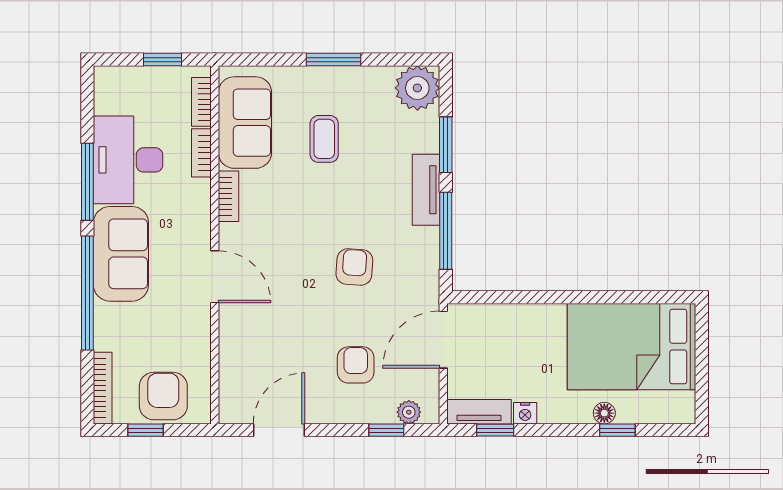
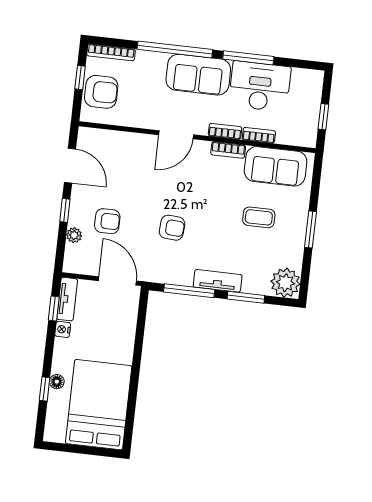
bookcase: (201, 102) -> (225, 131), moved
plant: (409, 412) -> (74, 235), moved
window: (386, 430) -> (65, 210), moved

